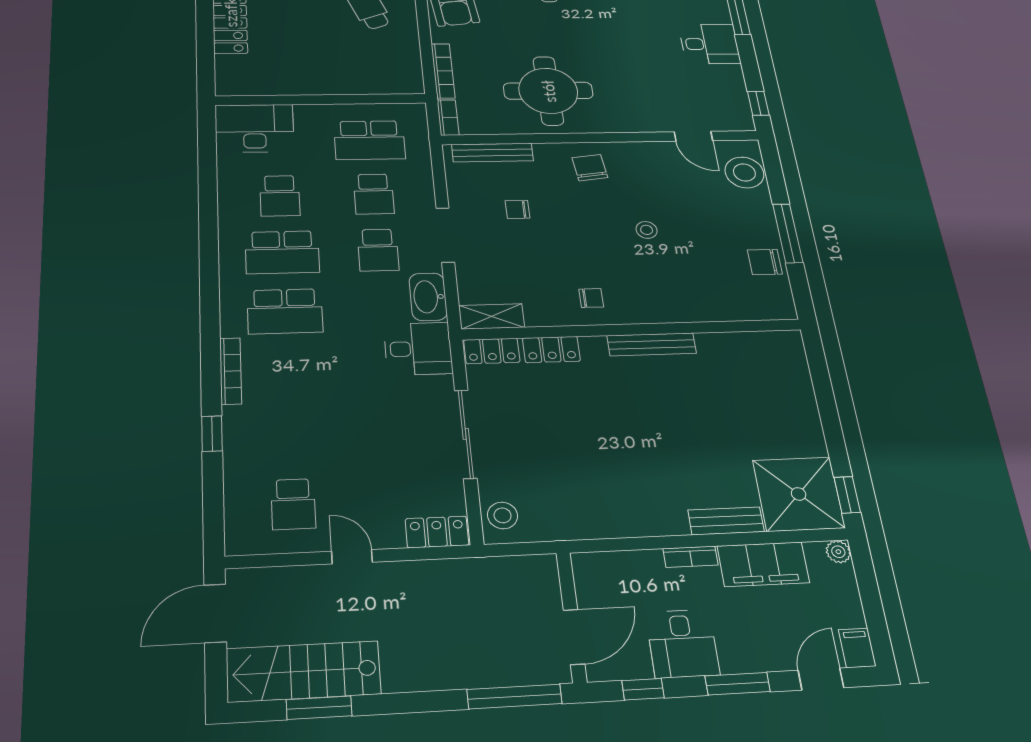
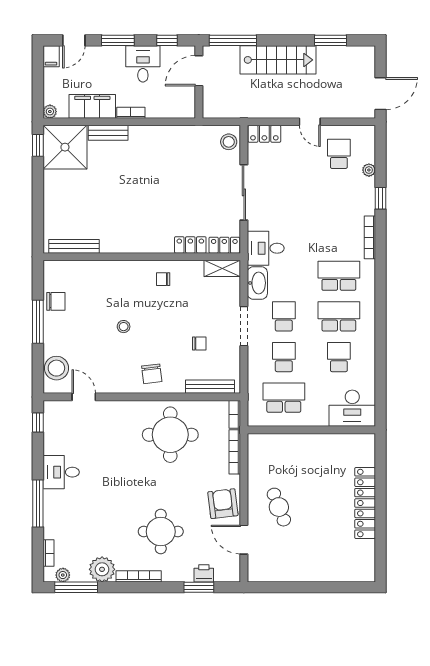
bench: (652, 344) -> (74, 246), moved
plant: (235, 479) -> (369, 170), added
stairs: (303, 671) -> (278, 60), moved

